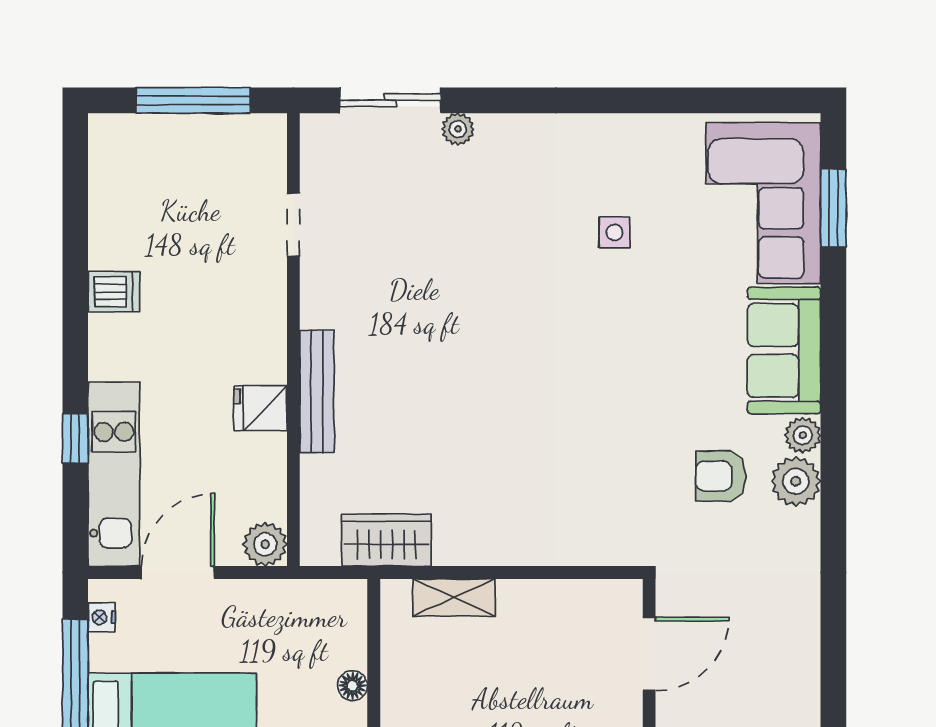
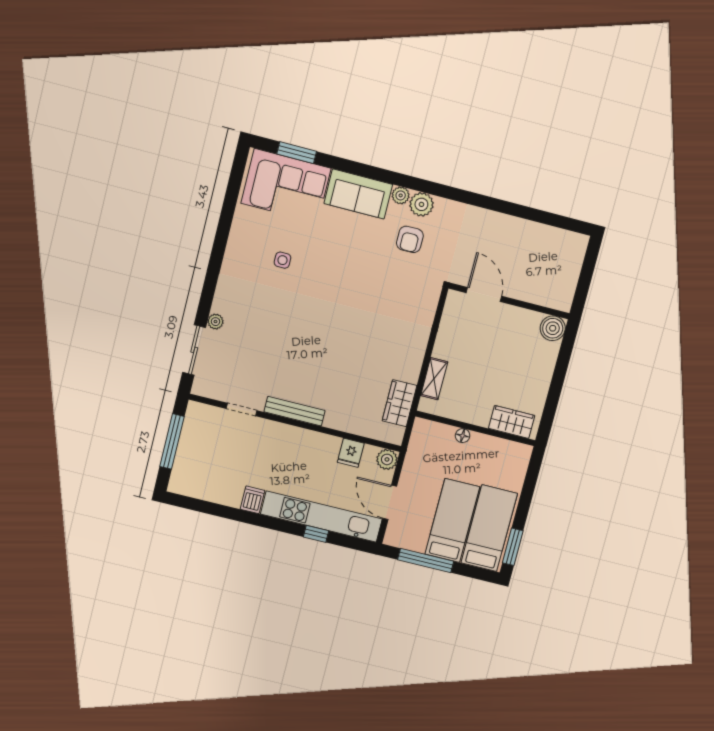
bench: (317, 392) -> (295, 411), moved
fridge: (260, 408) -> (351, 453), moved
kitchen unit: (114, 474) -> (321, 517), width x1.36
nightstand: (102, 617) -> (401, 542), removed

